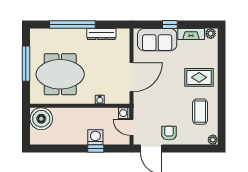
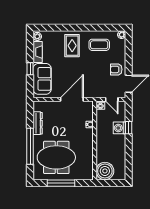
meeting table: (60, 74) -> (56, 157), moved, turned 90
door: (131, 77) -> (72, 99), hinge flipped
door: (131, 127) -> (112, 99), hinge flipped

